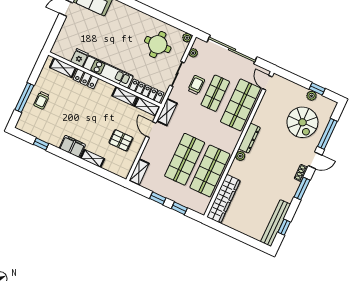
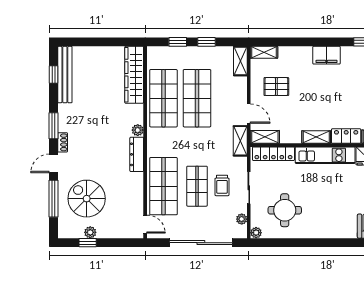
shelving: (125, 96) -> (316, 137), moved
shelving: (92, 158) -> (264, 52), moved

